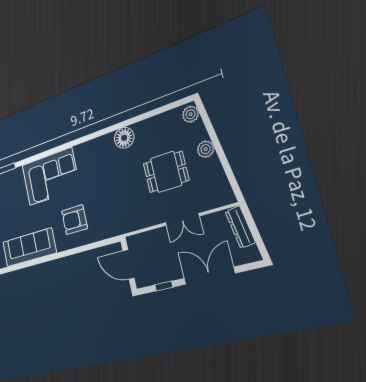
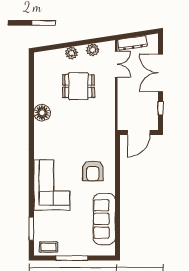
plant: (191, 114) -> (93, 50), moved
dining table: (166, 172) -> (78, 86), turned 90
double door: (182, 219) -> (116, 64), moved

